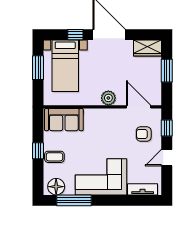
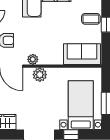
plant: (116, 114) -> (33, 59), added

